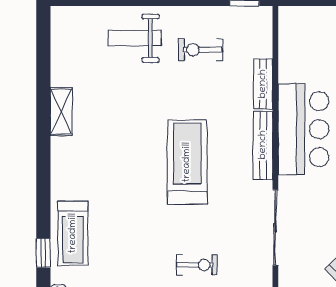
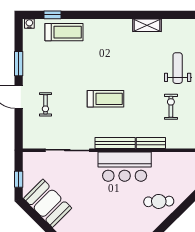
shelving: (61, 112) -> (147, 25), moved
treadmill: (187, 162) -> (105, 99), width x0.73, depth x0.73
treadmill: (73, 233) -> (64, 32), turned 180

